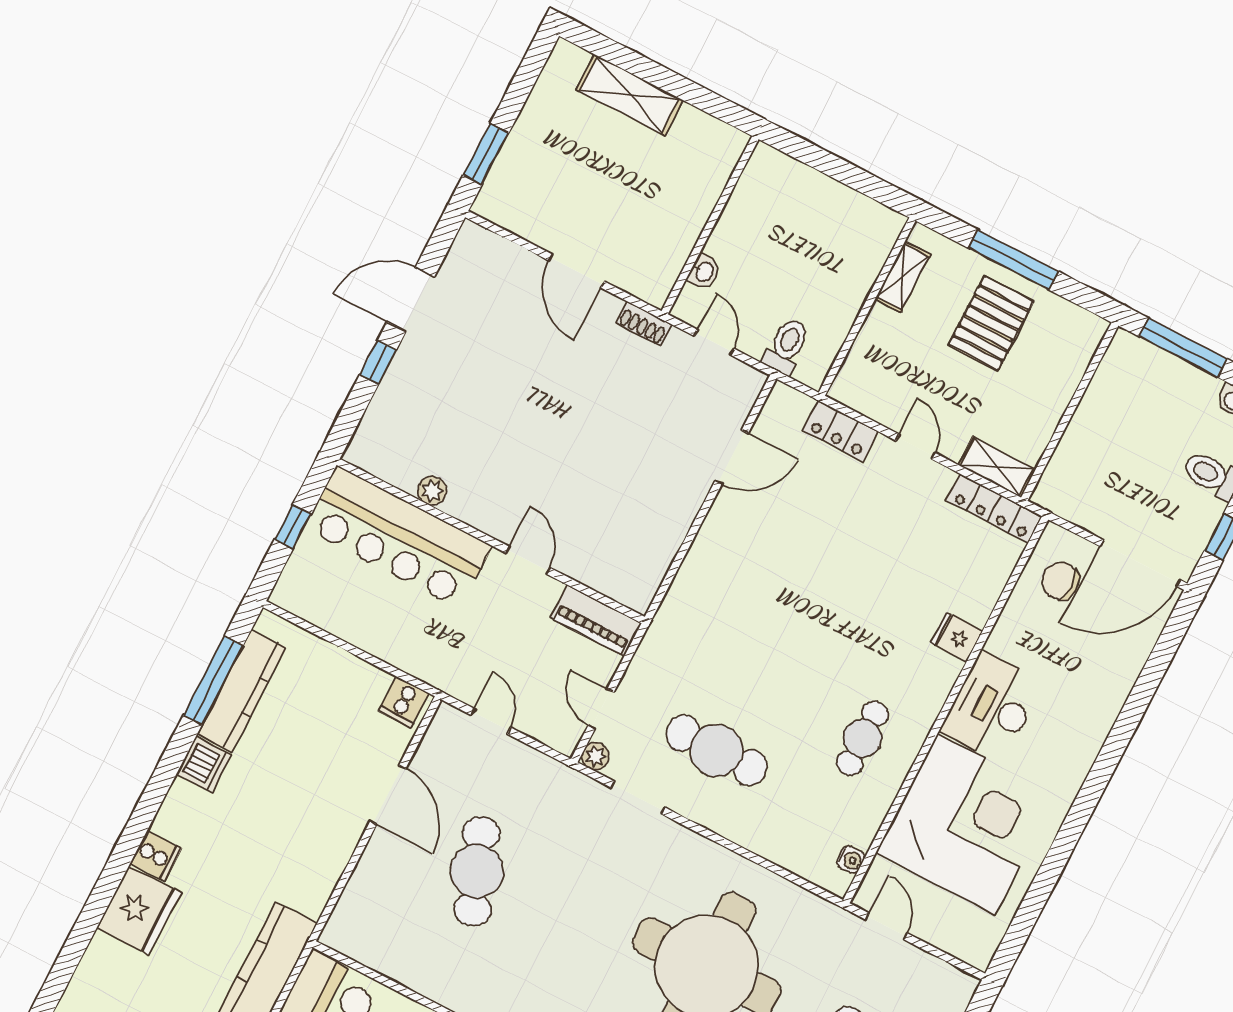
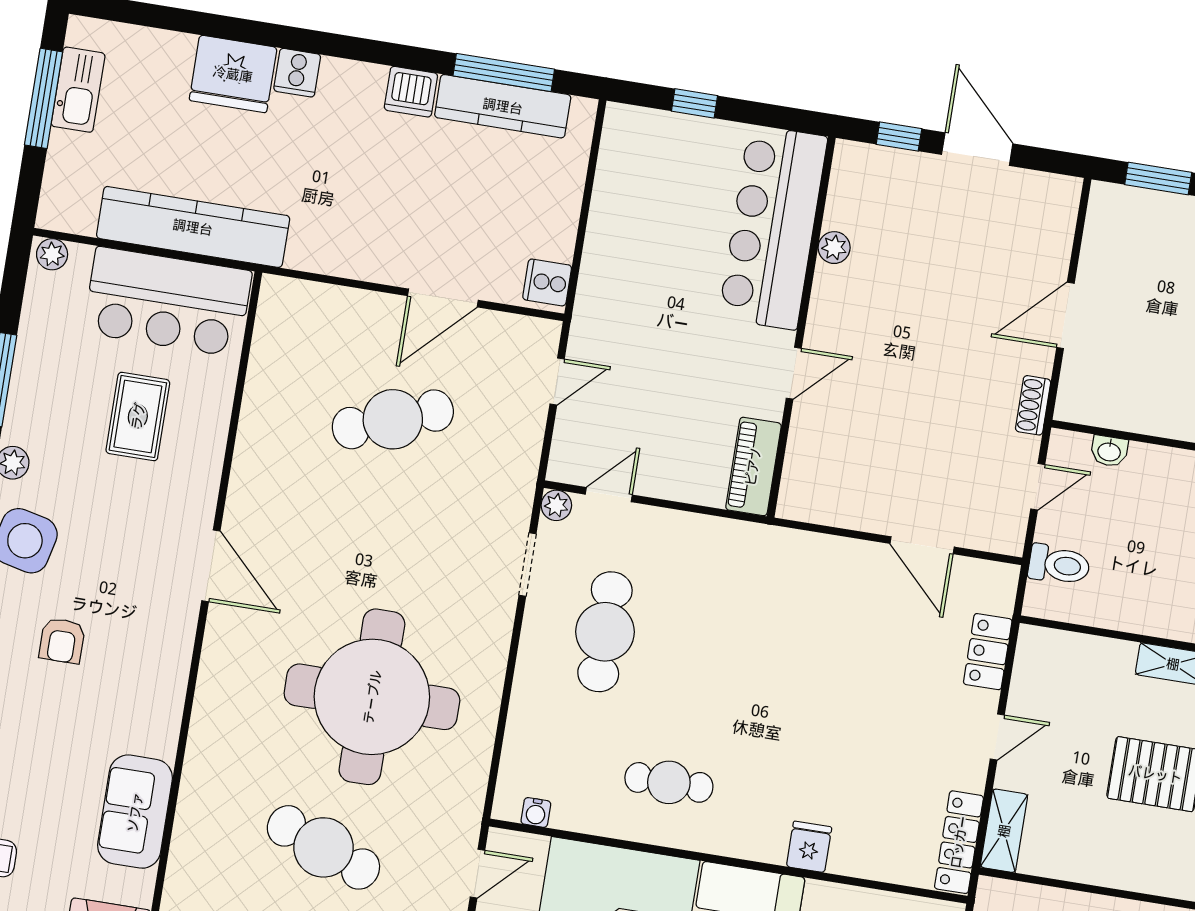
plant: (432, 491) -> (834, 248), moved
bar counter: (398, 537) -> (773, 227), moved
wall: (491, 541) -> (801, 327), moved
door: (528, 560) -> (794, 373), moved
piano: (596, 620) -> (753, 466), moved

